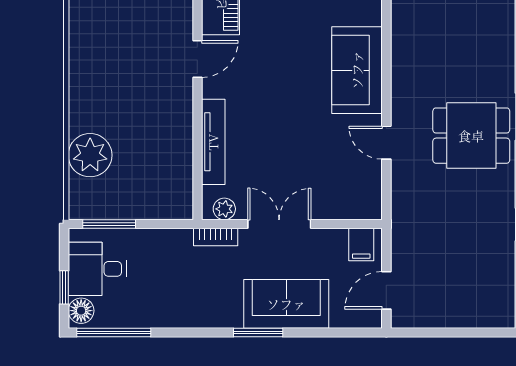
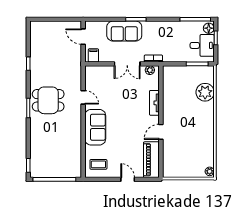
tv unit: (213, 142) -> (154, 103), width x0.71
door: (386, 290) -> (83, 37), swing flipped

